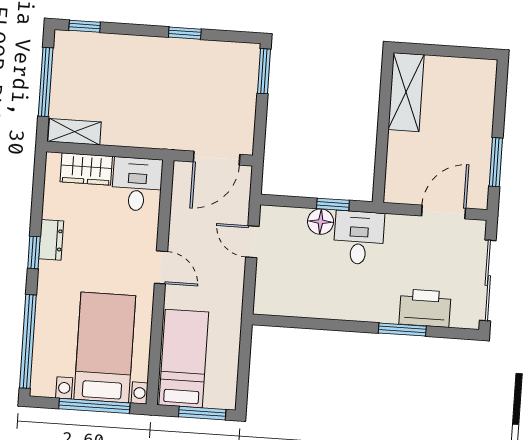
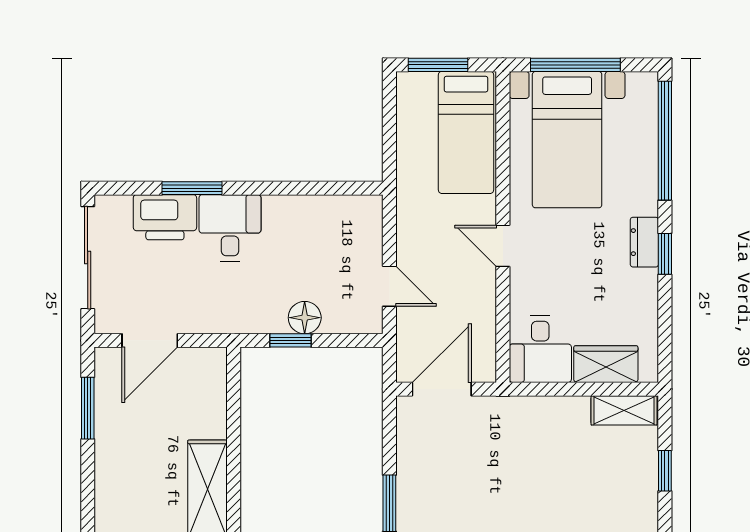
window: (46, 82) -> (665, 471), width x0.46
desk: (359, 238) -> (230, 228), moved, turned 180
dresser: (51, 240) -> (644, 242), moved

